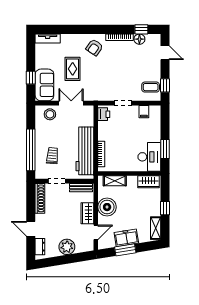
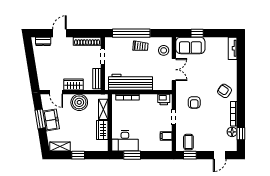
rug: (73, 69) -> (205, 71), removed
armchair: (107, 81) -> (194, 102), added
trolley: (52, 156) -> (140, 46), moved
wardrobe: (149, 182) -> (102, 130), moved
plant: (67, 247) -> (43, 66), removed

